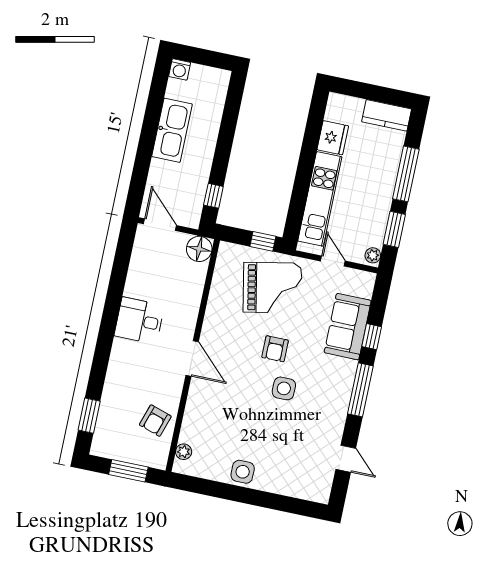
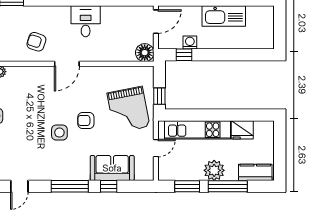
washing machine: (180, 69) -> (190, 42), moved, turned 90
kitchen counter: (387, 115) -> (255, 172), moved, turned 90
plant: (373, 255) -> (214, 170), moved, width x1.88, depth x1.88
armchair: (155, 421) -> (36, 42), moved

